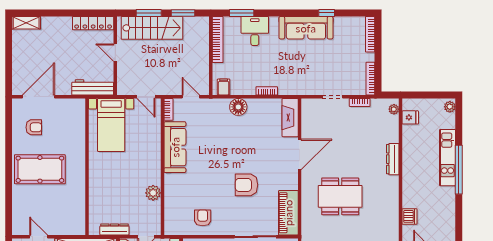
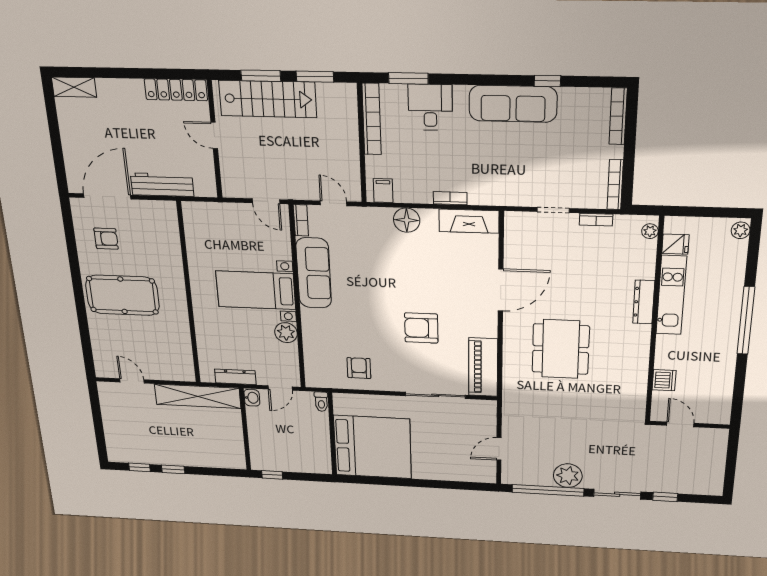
workbench: (93, 87) -> (162, 185), moved
fireplace: (290, 118) -> (469, 221), moved, turned -90
bed with nightstands: (111, 125) -> (256, 290), moved, turned 90
kitchen unit: (447, 158) -> (671, 295), moved, turned 180
dining table: (340, 196) -> (561, 349), turned 90

